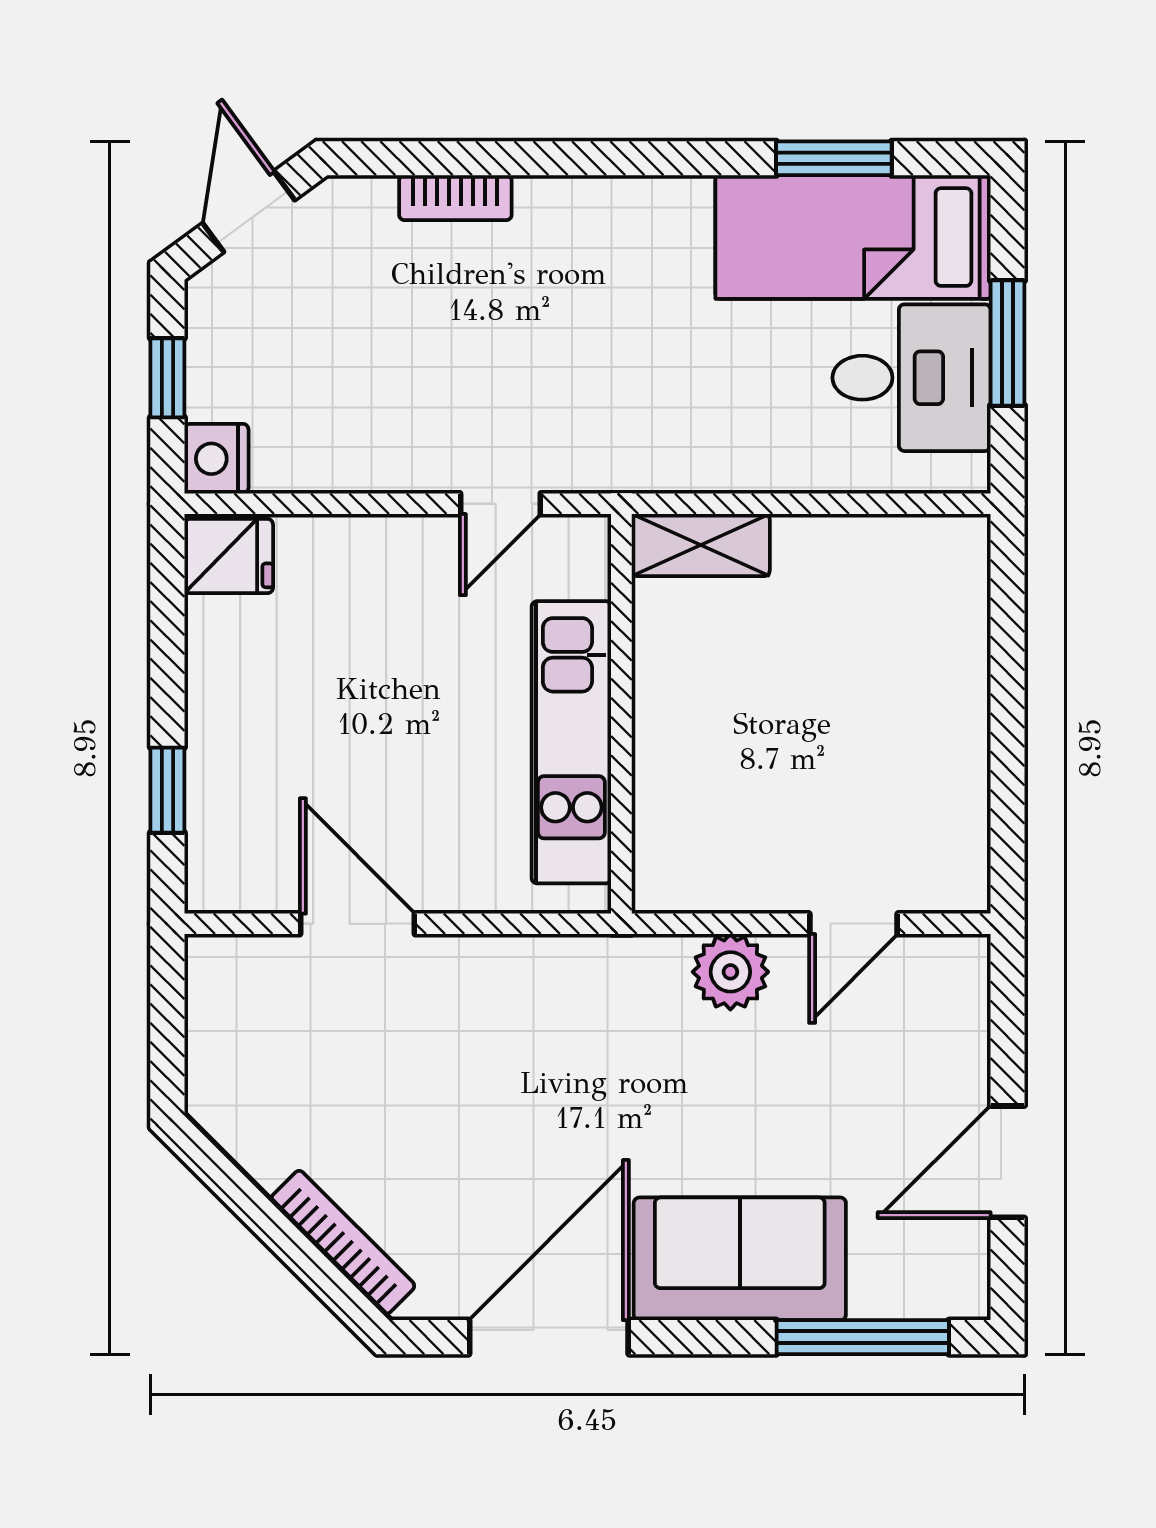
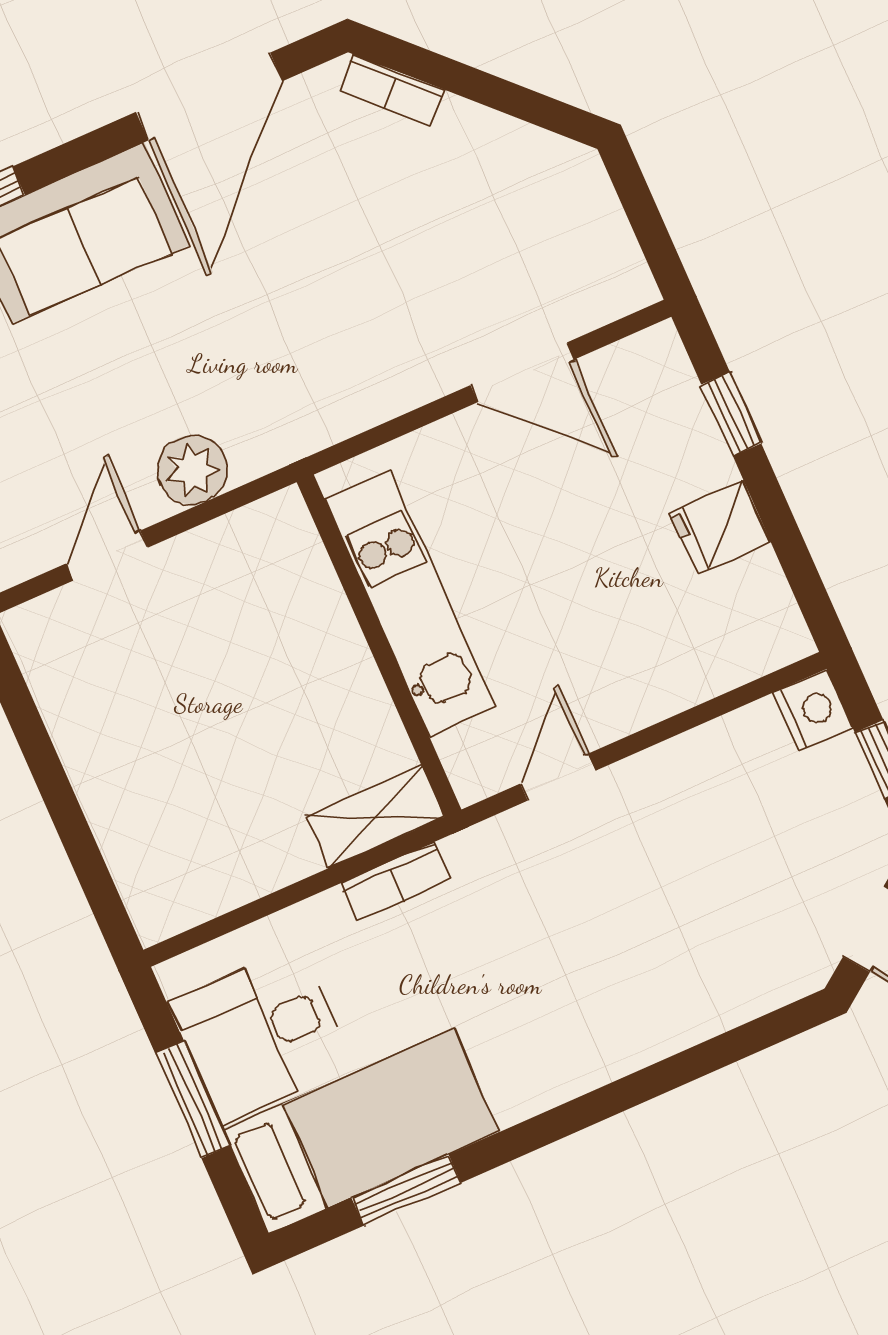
bookcase: (455, 198) -> (396, 882), moved, turned 180
fridge: (229, 556) -> (720, 528), moved
bookcase: (343, 1242) -> (392, 90), width x0.64

